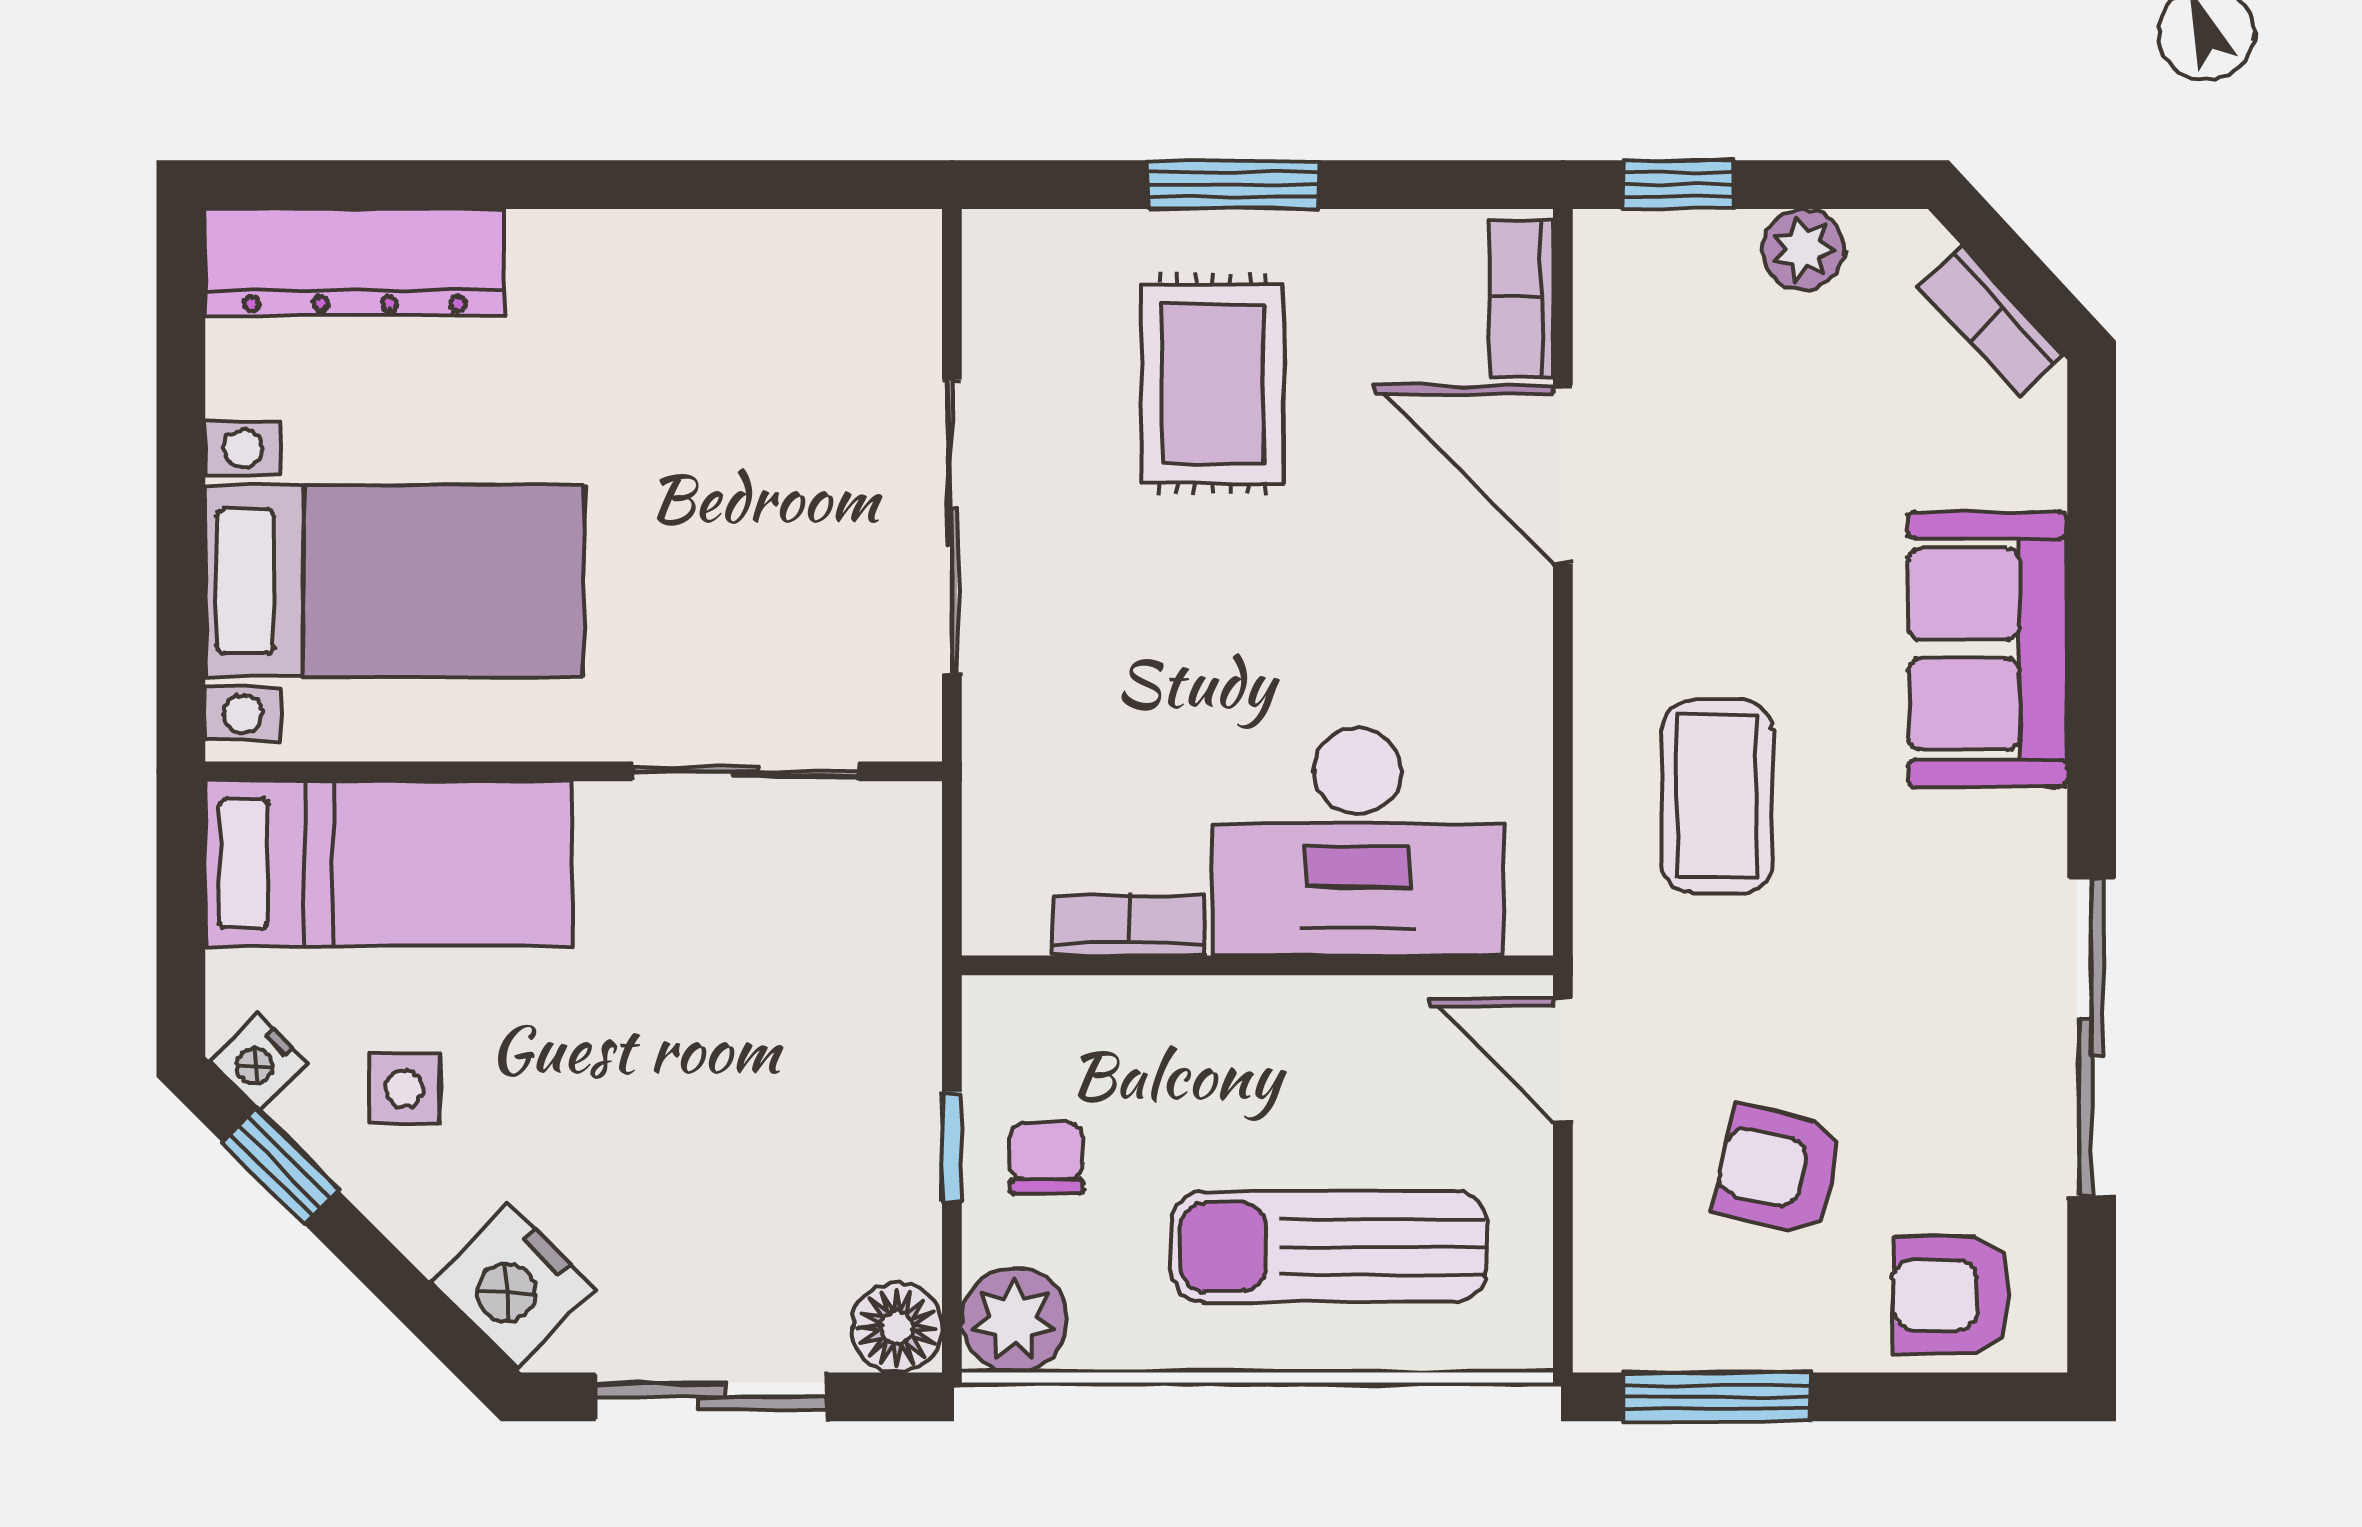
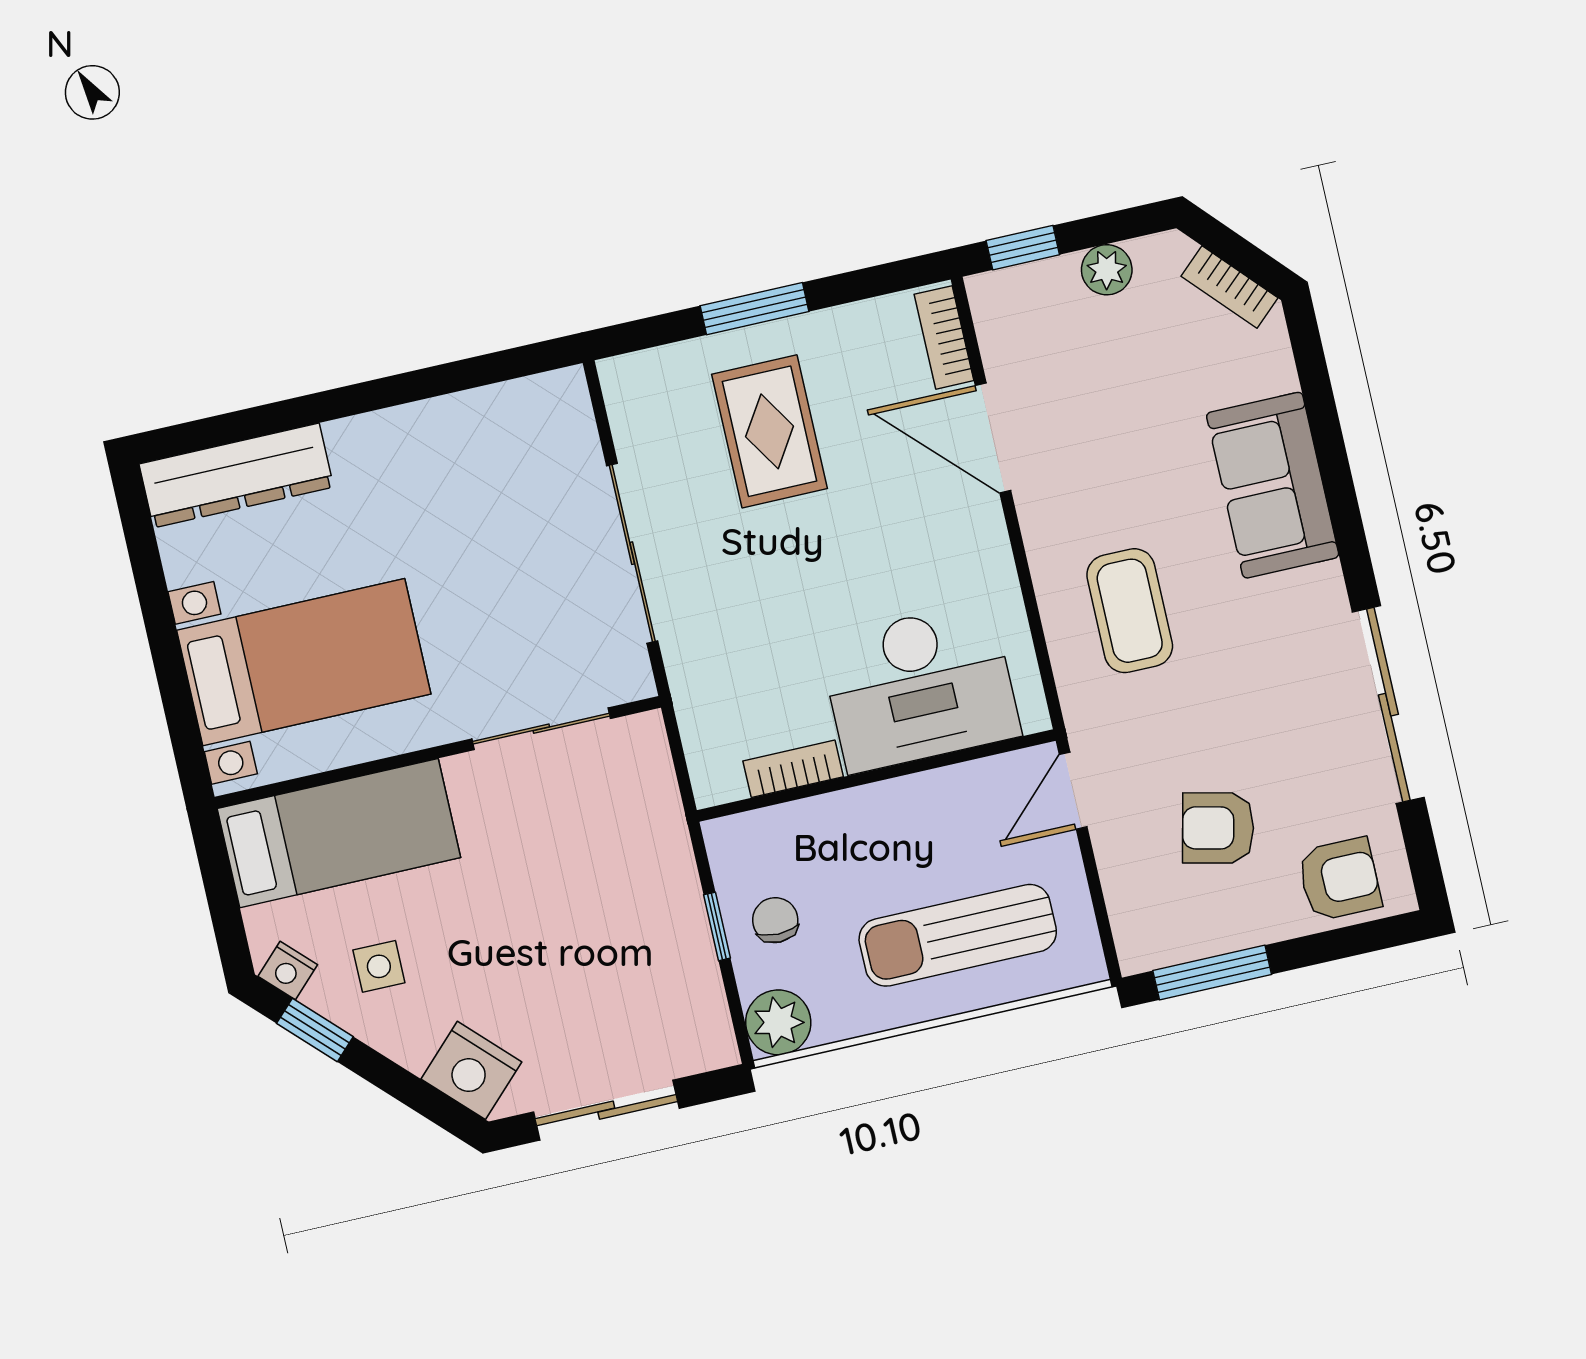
door: (1563, 1060) -> (1073, 791), hinge flipped
armchair: (1952, 1295) -> (1339, 879), turned 180
floor lamp: (897, 1328) -> (709, 1043), removed

